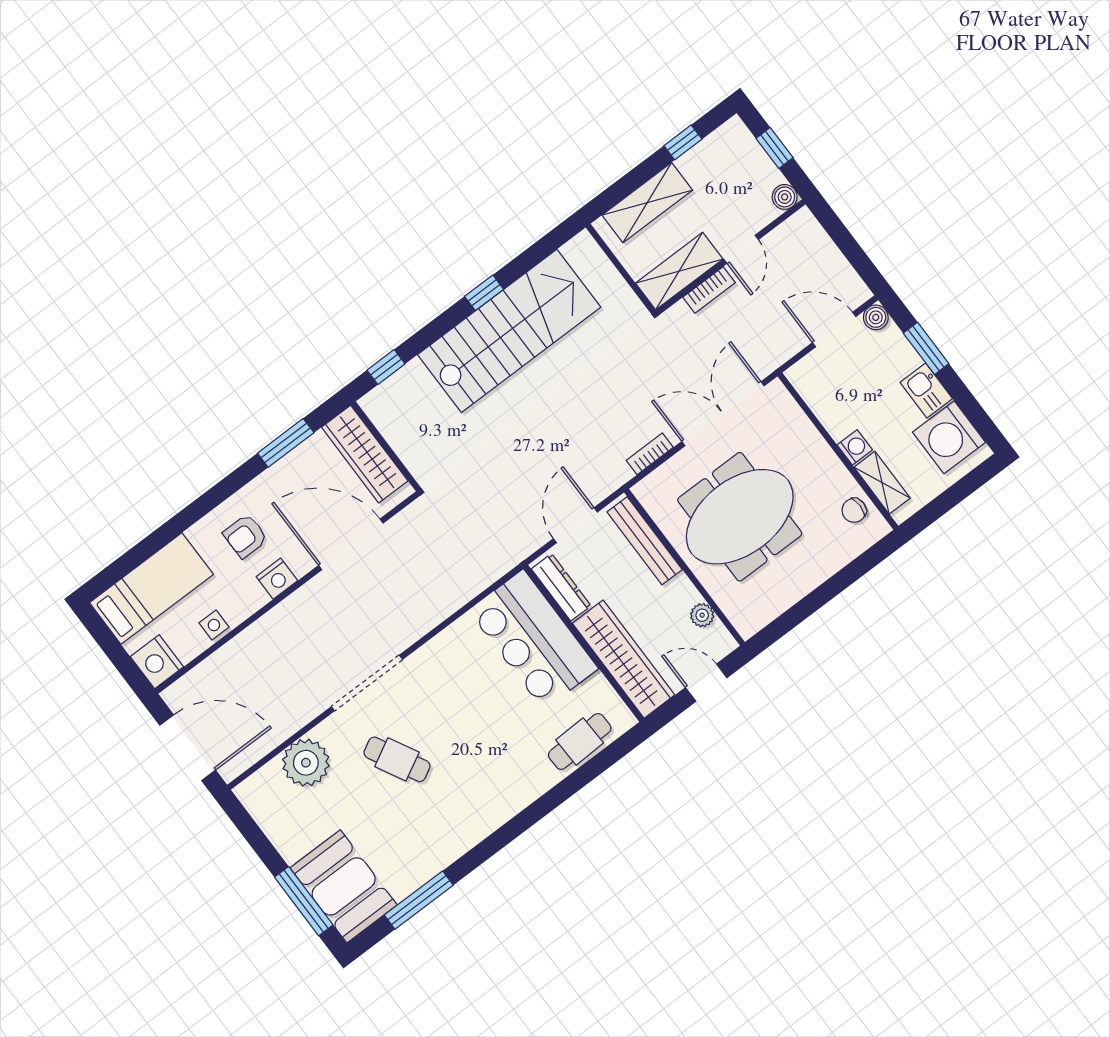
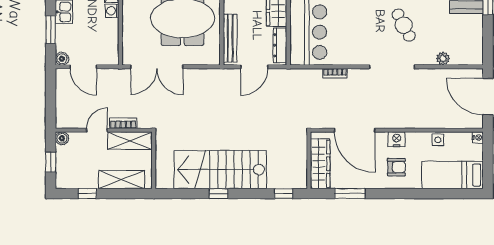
bookcase: (650, 454) -> (335, 73), moved
nightstand: (157, 662) -> (478, 137), width x0.53, depth x0.56
plant: (306, 763) -> (443, 59), width x0.53, depth x0.53

